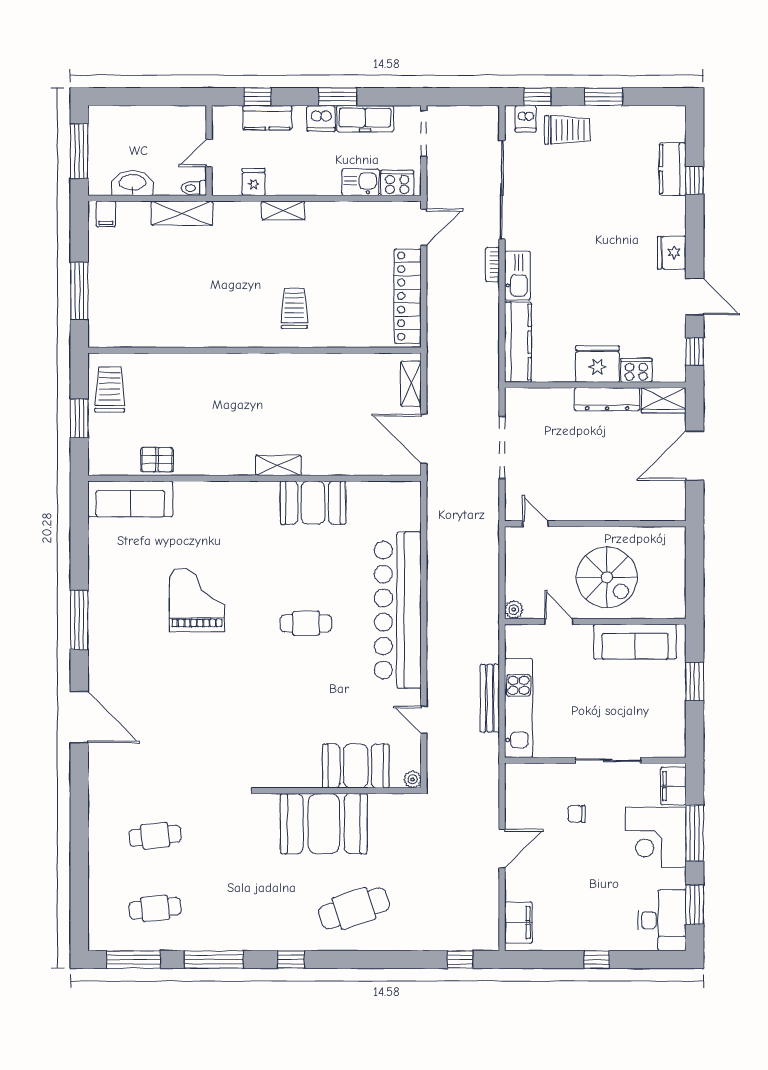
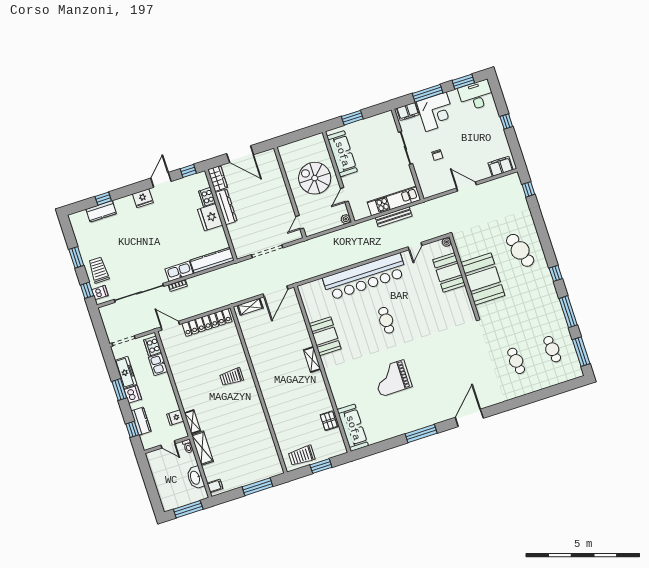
shelving: (283, 211) -> (192, 422), moved
spiral stairs: (607, 577) -> (315, 178), turned -90

